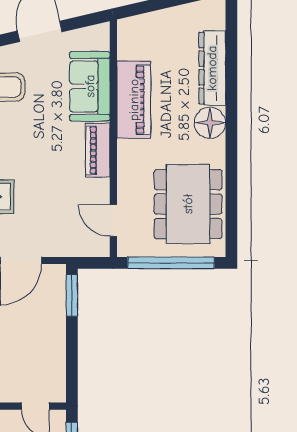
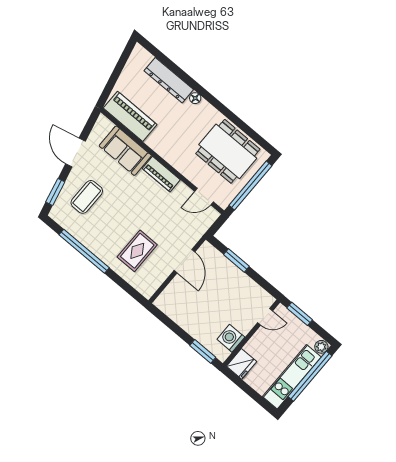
piano: (134, 100) -> (130, 116), moved
floor lamp: (210, 123) -> (195, 98), width x0.53, depth x0.53
window: (72, 296) -> (236, 260), moved

